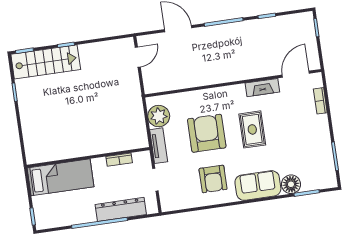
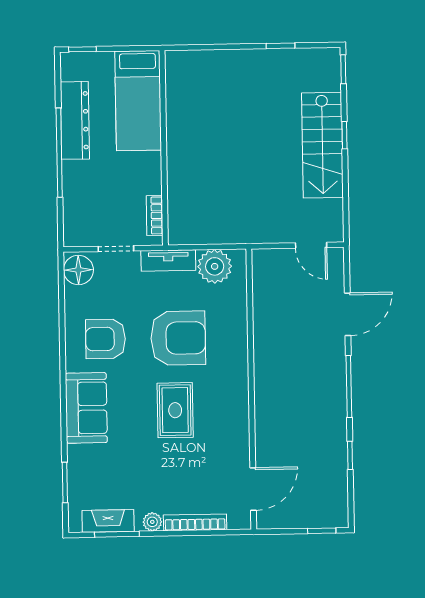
stairs: (46, 62) -> (322, 145), moved
door: (296, 74) -> (253, 489), hinge flipped
fireplace: (262, 88) -> (108, 521), moved, turned 90
bookcase: (320, 101) -> (195, 522), width x1.56
rug: (252, 129) -> (175, 410), turned 90
plant: (324, 135) -> (152, 522), added
bookcase: (119, 160) -> (155, 215), moved
floor lamp: (291, 184) -> (78, 270), moved
dresser: (121, 209) -> (75, 120), moved

